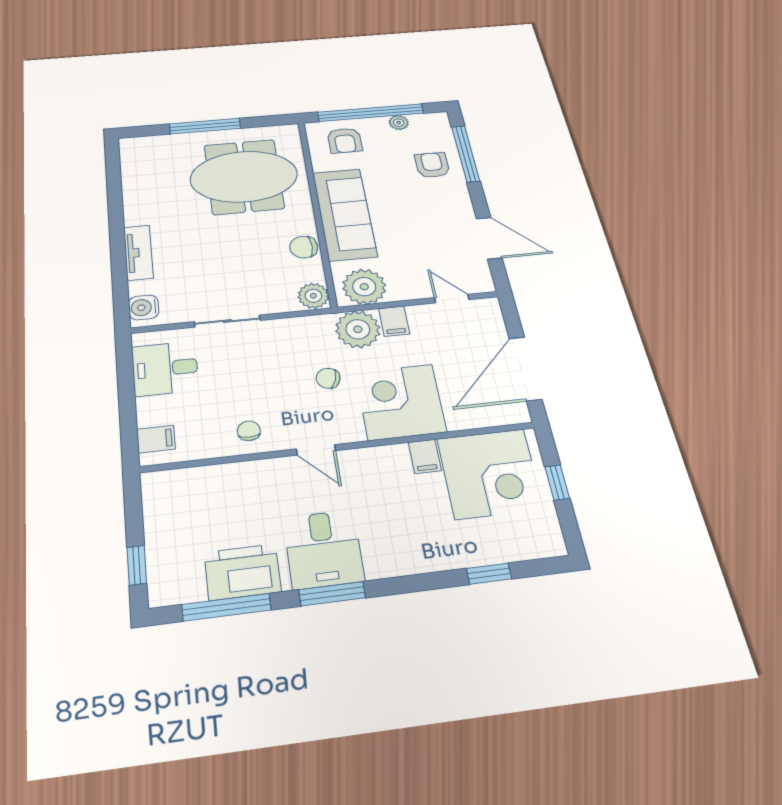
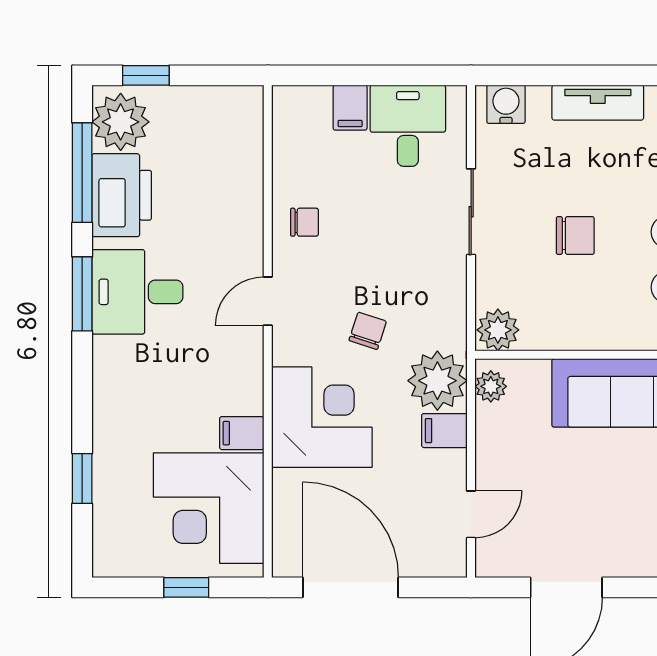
chair: (304, 247) -> (575, 236), moved, turned 90
plant: (364, 287) -> (491, 386), width x0.53, depth x0.53
filing cabinet: (156, 439) -> (350, 108), moved
plant: (179, 581) -> (121, 122), added

